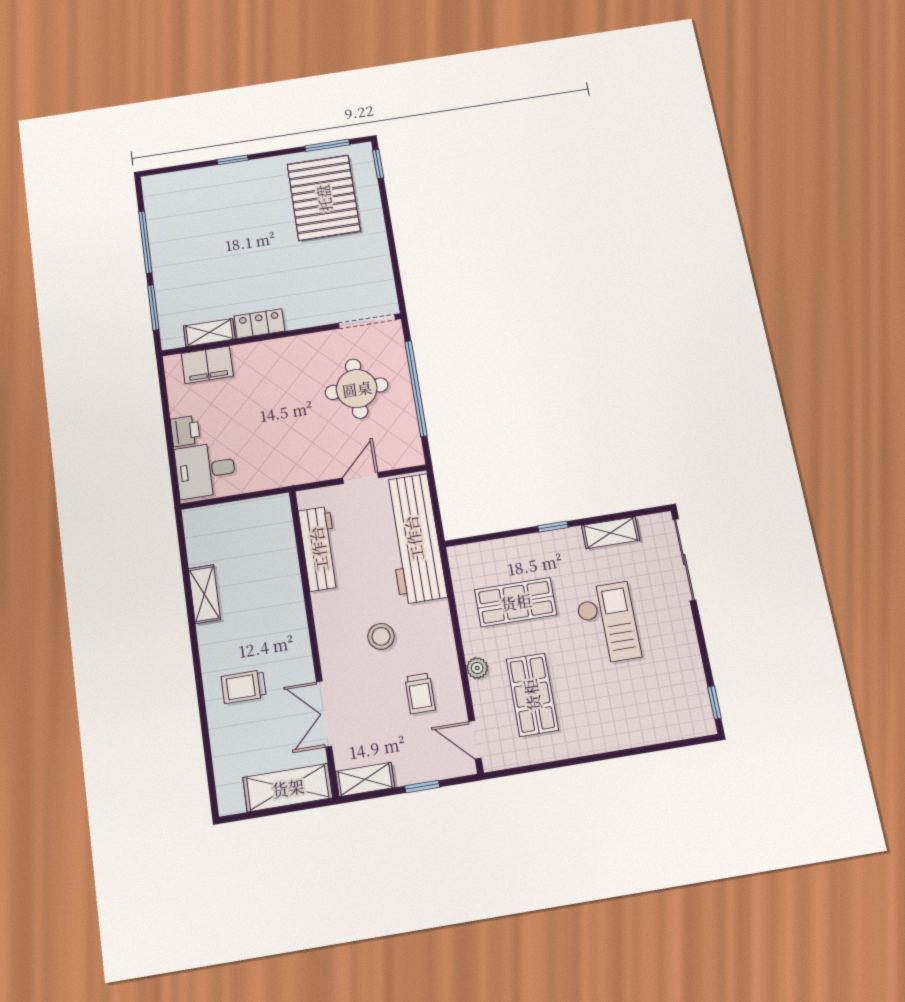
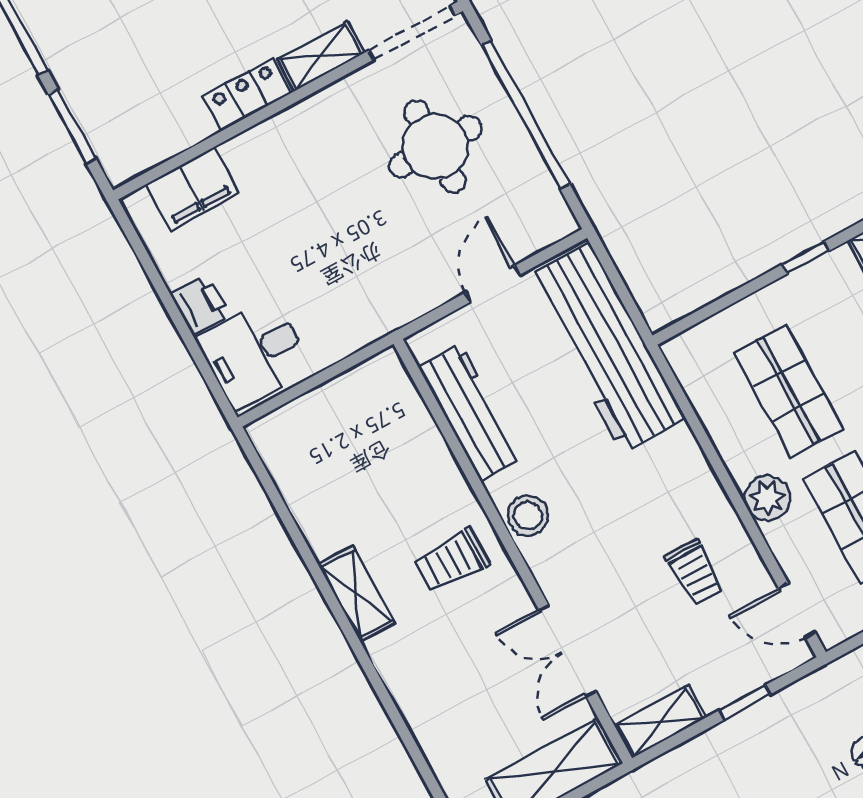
shelving: (209, 332) -> (321, 56), moved
shelving: (204, 594) -> (356, 594), moved
shop shelf: (516, 602) -> (788, 391), turned 90
stool: (381, 636) -> (528, 516), moved
plant: (477, 668) -> (767, 498), width x1.38, depth x1.38
trolley: (244, 687) -> (452, 561), moved

